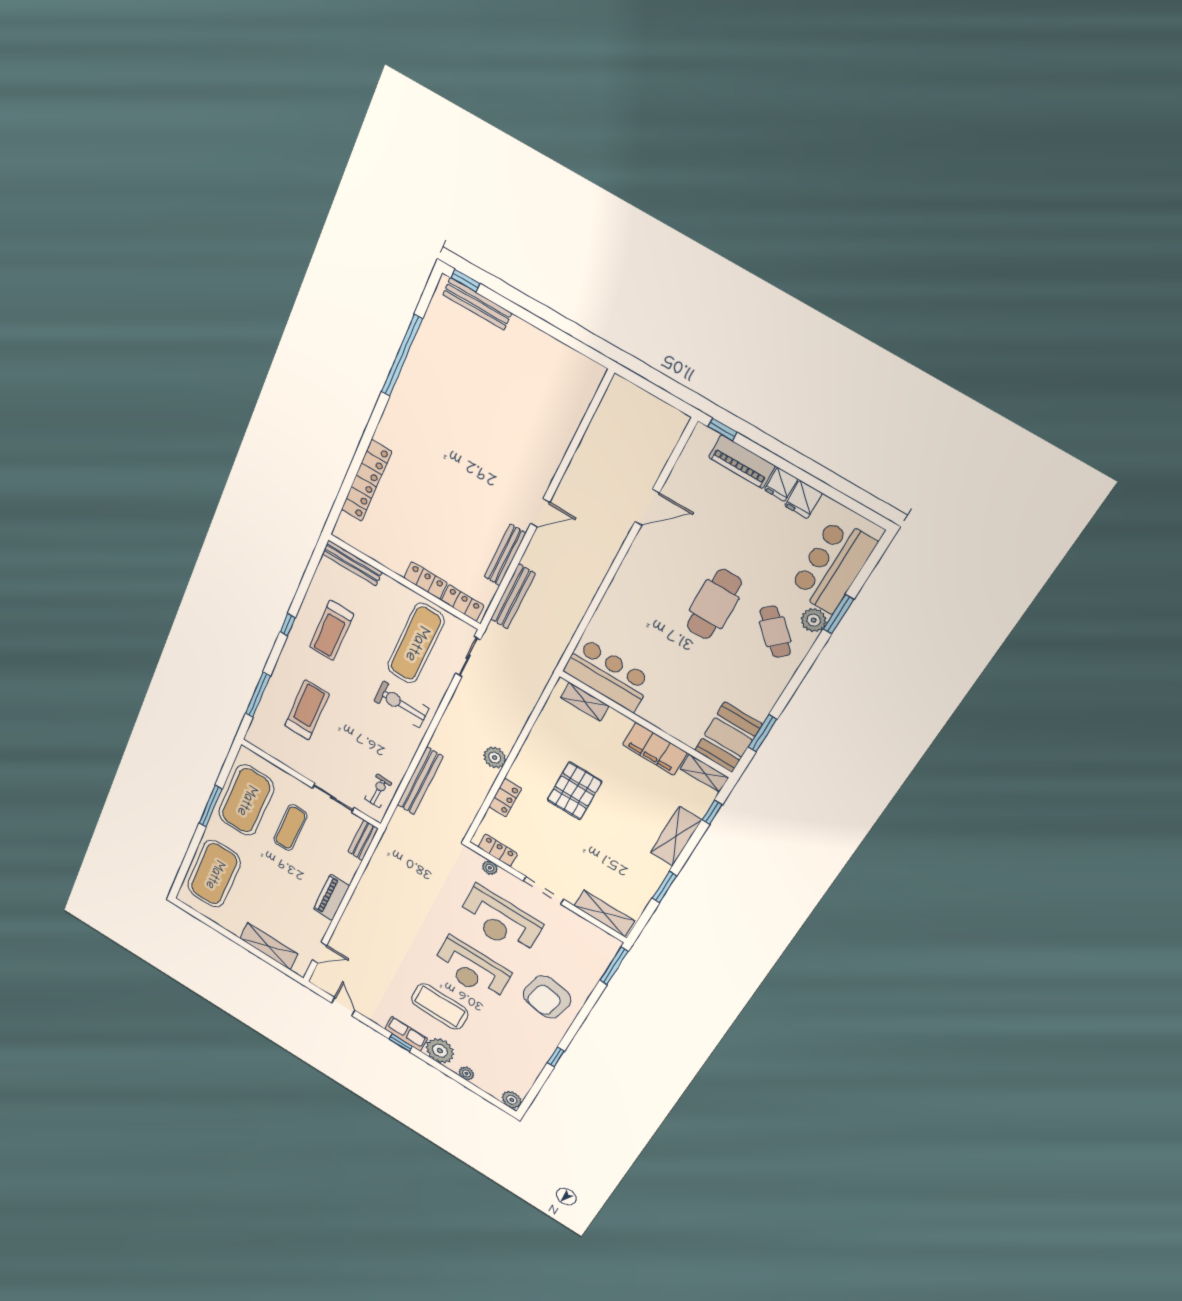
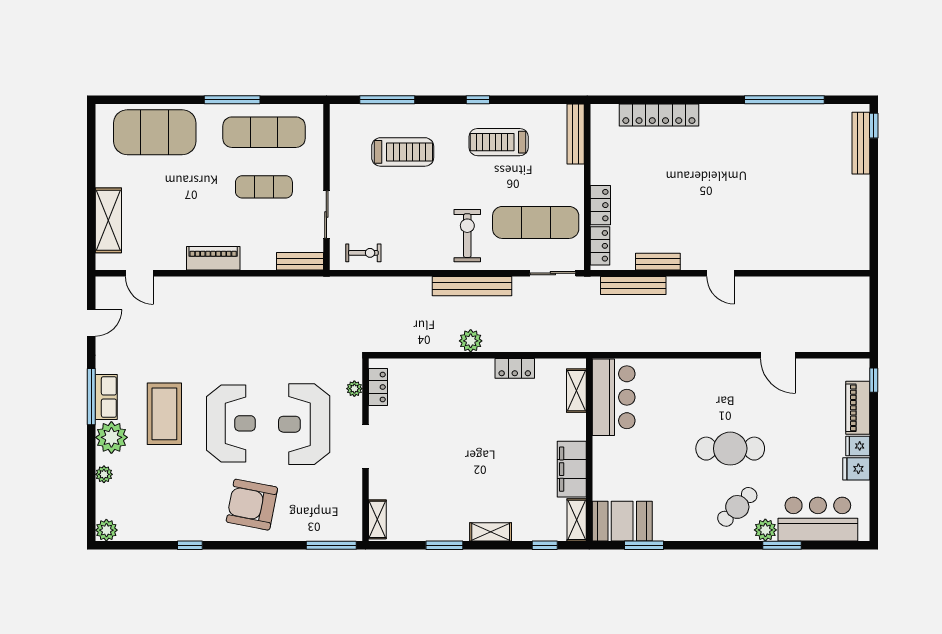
bench: (505, 555) -> (658, 262), width x0.73
bench: (420, 781) -> (472, 286), moved
pallet: (575, 791) -> (486, 424), removed
locker: (505, 798) -> (515, 368), moved
exercise mat: (246, 800) -> (264, 132), width x0.68
shelving: (676, 836) -> (491, 532), width x0.67, depth x0.75
shelving: (604, 913) -> (377, 519), width x0.67, depth x0.75
reception desk: (472, 969) -> (231, 423), turned 180
window: (401, 1043) -> (91, 397), width x2.17

